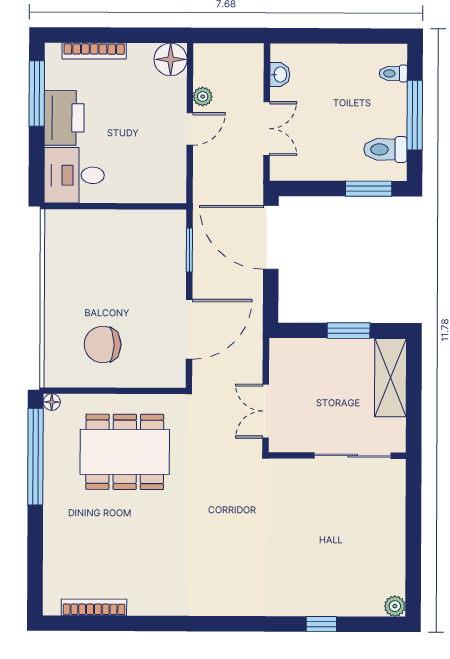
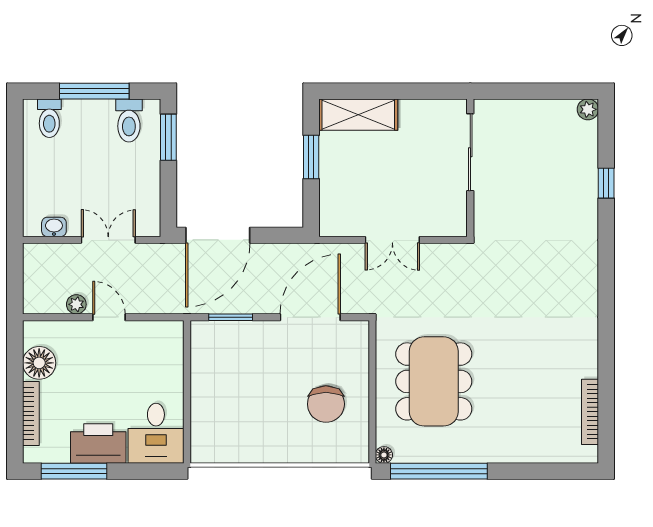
floor lamp: (171, 59) -> (39, 363), moved
toilet: (393, 73) -> (49, 118), width x1.37, depth x1.39
door: (189, 329) -> (310, 317), hinge flipped
wall: (337, 456) -> (470, 168), moved
sliding door: (353, 456) -> (470, 152), moved

